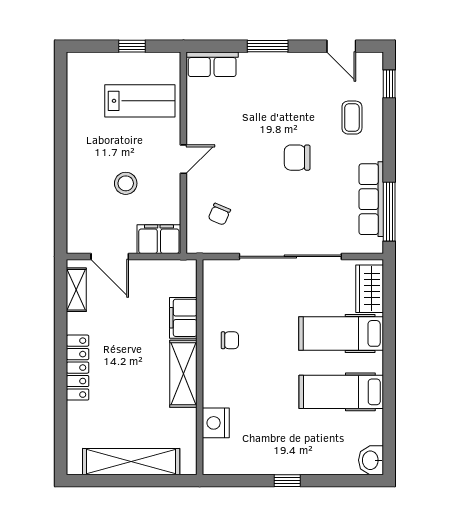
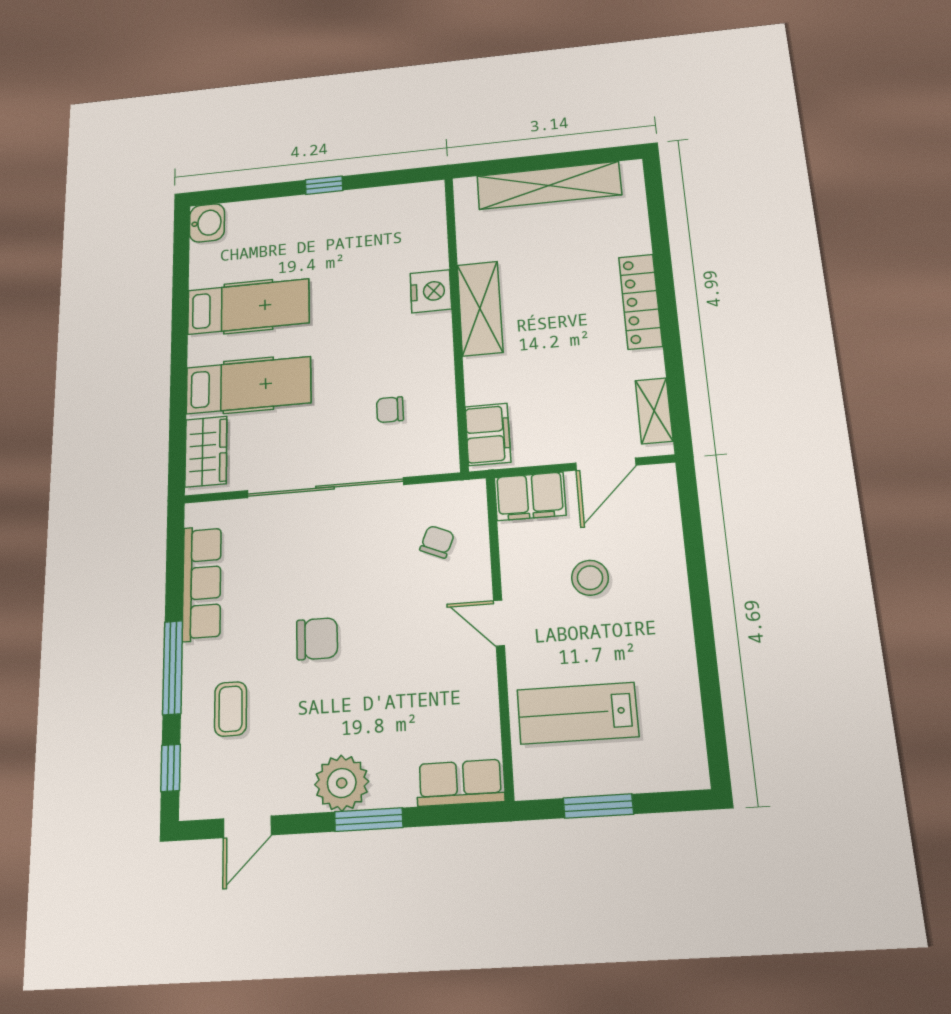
window: (132, 46) -> (598, 806), width x1.50
door: (341, 46) -> (247, 827), swing flipped
plant: (283, 68) -> (342, 783), added
door: (183, 159) -> (499, 623), hinge flipped
window: (389, 212) -> (173, 667), moved
door: (110, 256) -> (606, 464), swing flipped
filing cabinet: (183, 318) -> (488, 434), moved
chair: (230, 340) -> (390, 410), moved
nightstand: (216, 423) -> (431, 291), moved

